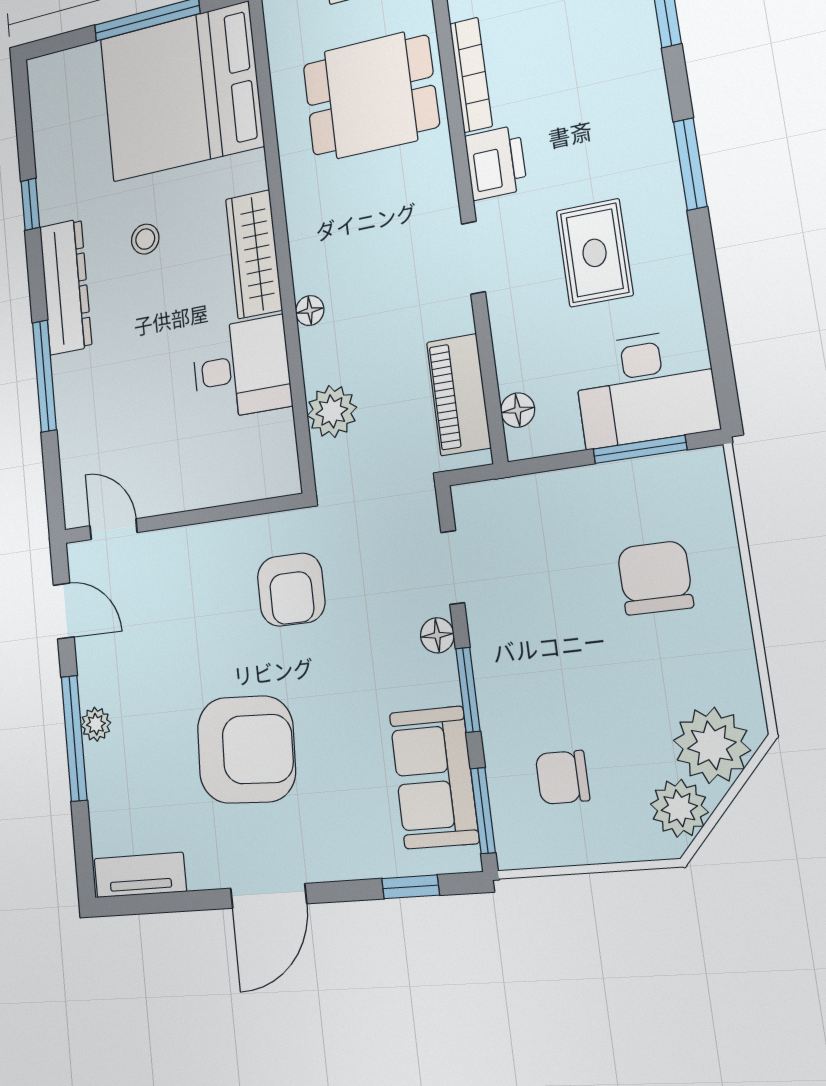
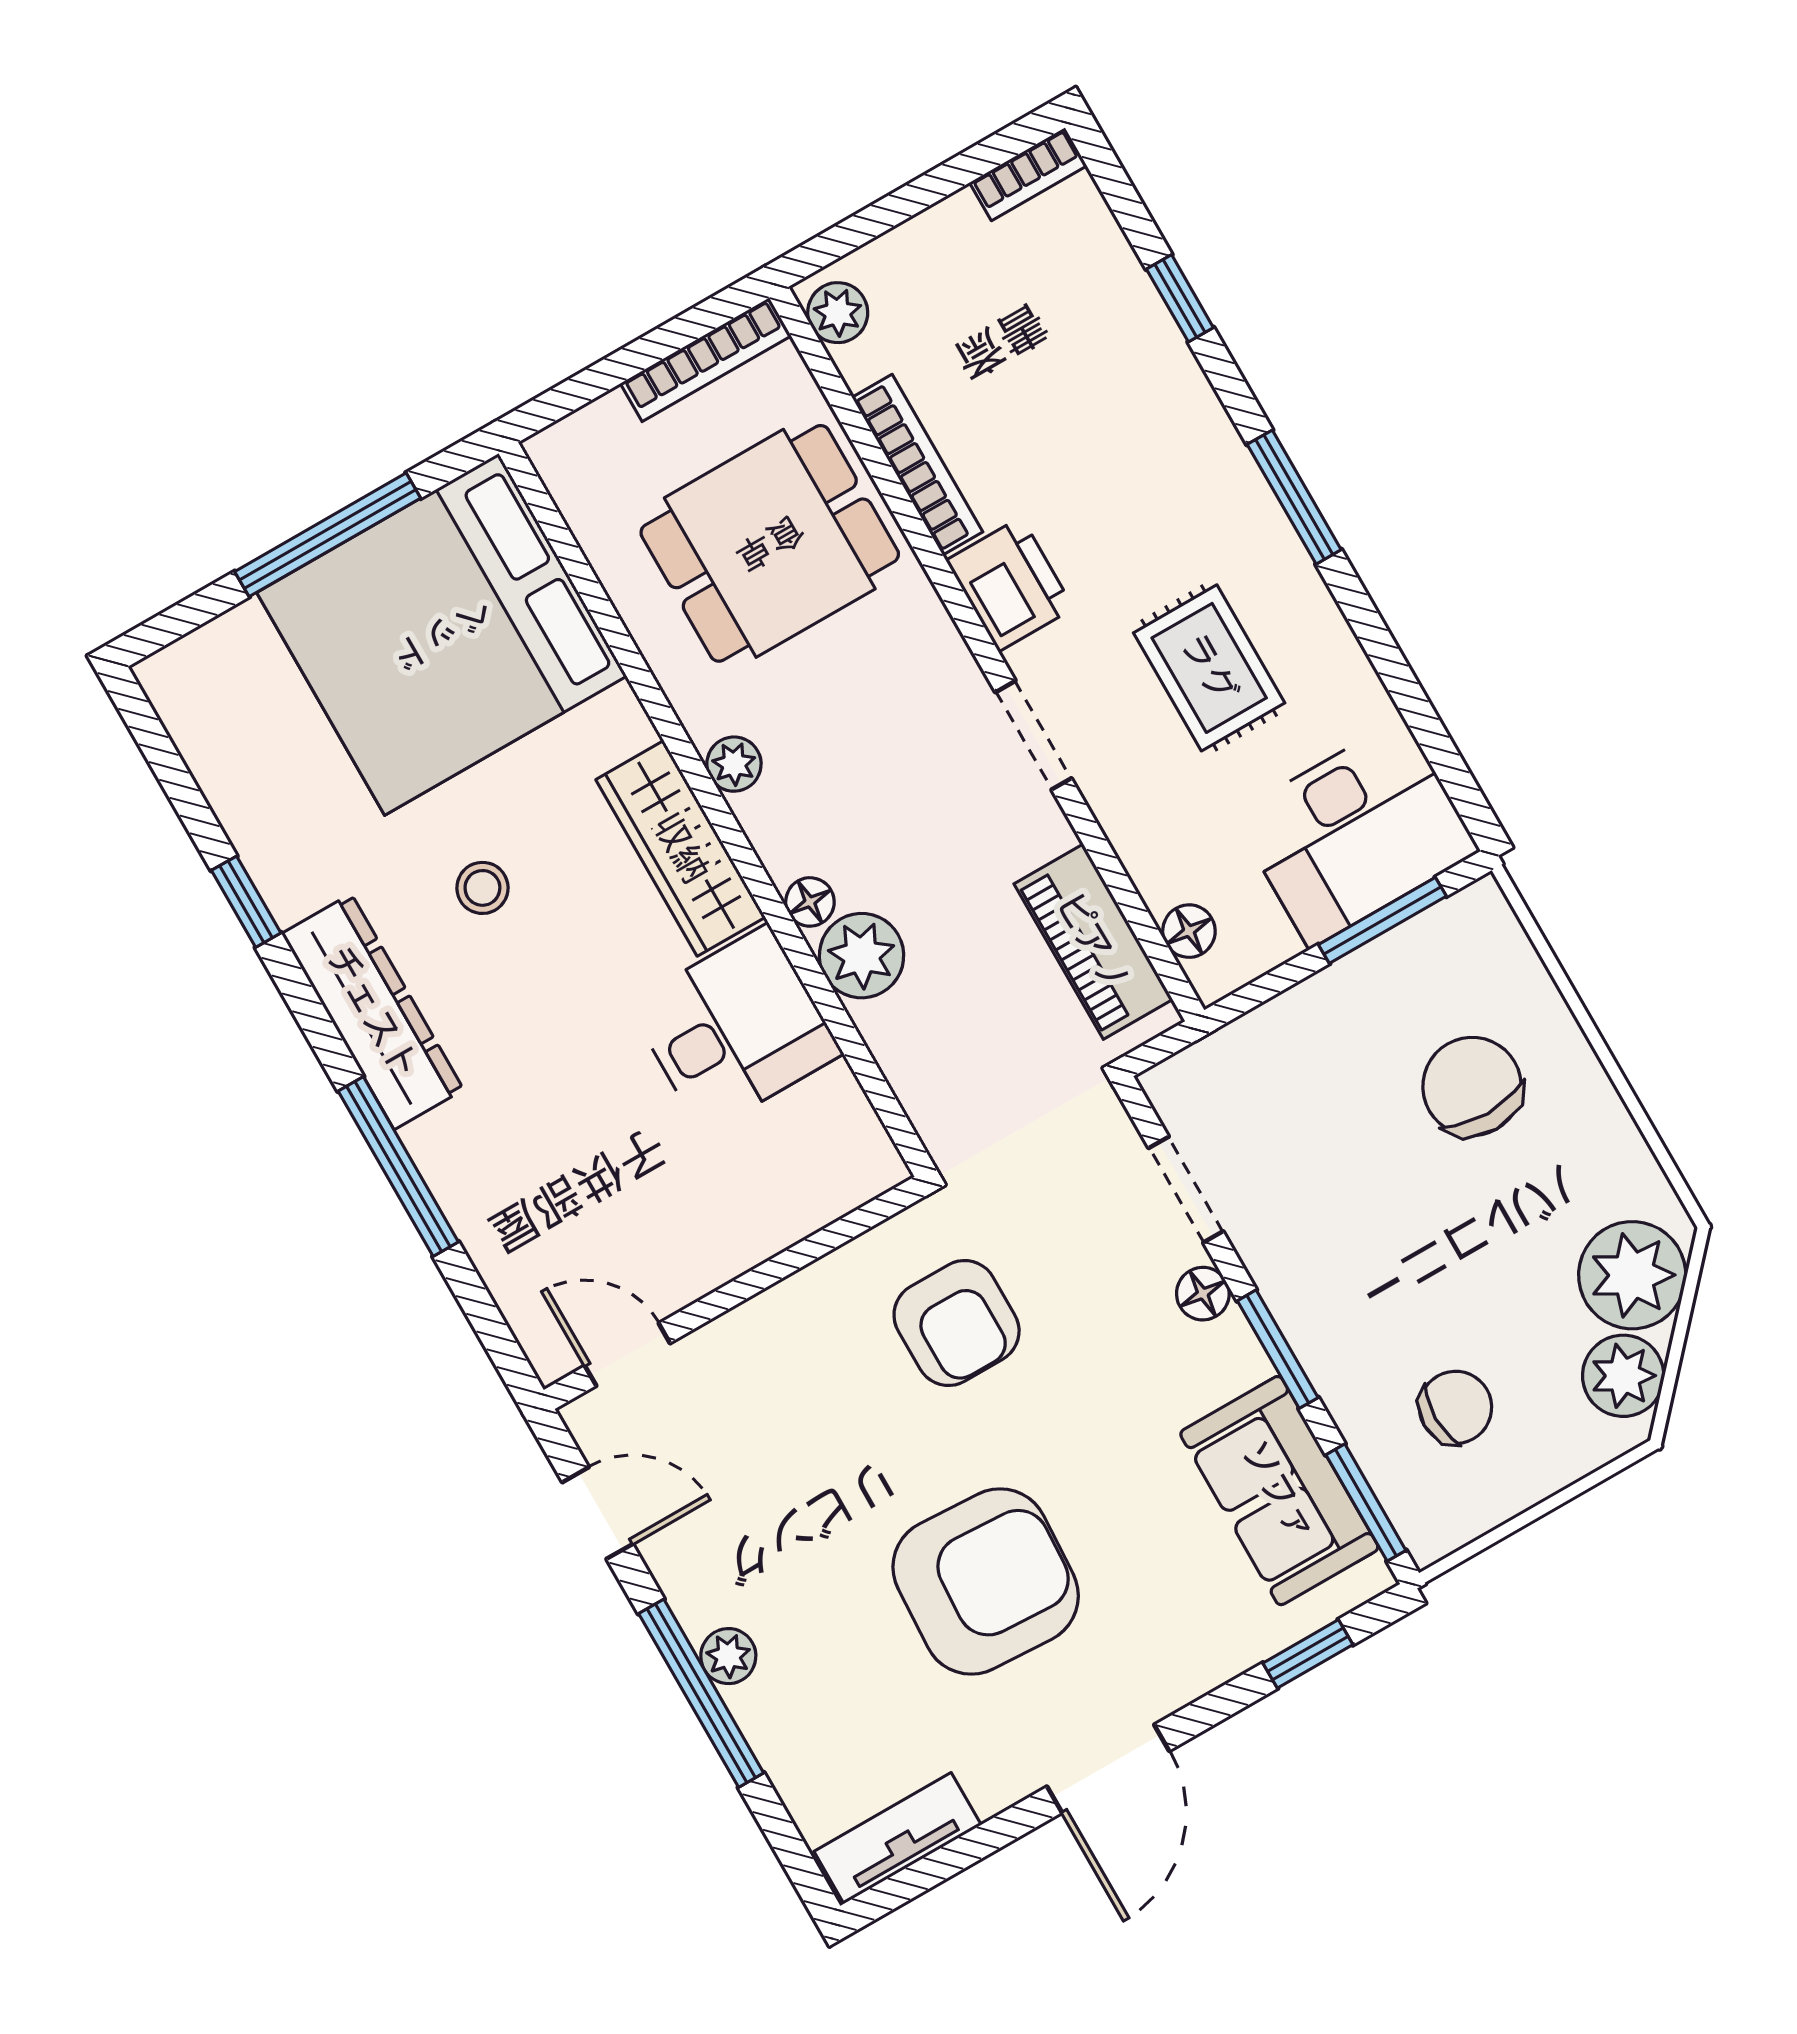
plant: (301, 216) -> (734, 764), added
plant: (332, 411) -> (862, 956), moved
chair: (562, 777) -> (1455, 1407), turned 180

